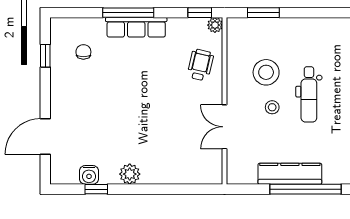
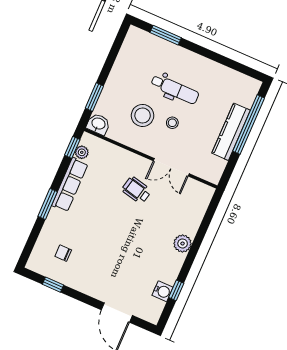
window: (128, 13) -> (48, 204), width x0.69
plant: (215, 25) -> (82, 152), moved
row of seats: (136, 27) -> (70, 185), moved
washbasin: (237, 29) -> (98, 124), added
wheelchair: (200, 65) -> (137, 190), moved
plant: (130, 174) -> (183, 244), moved

